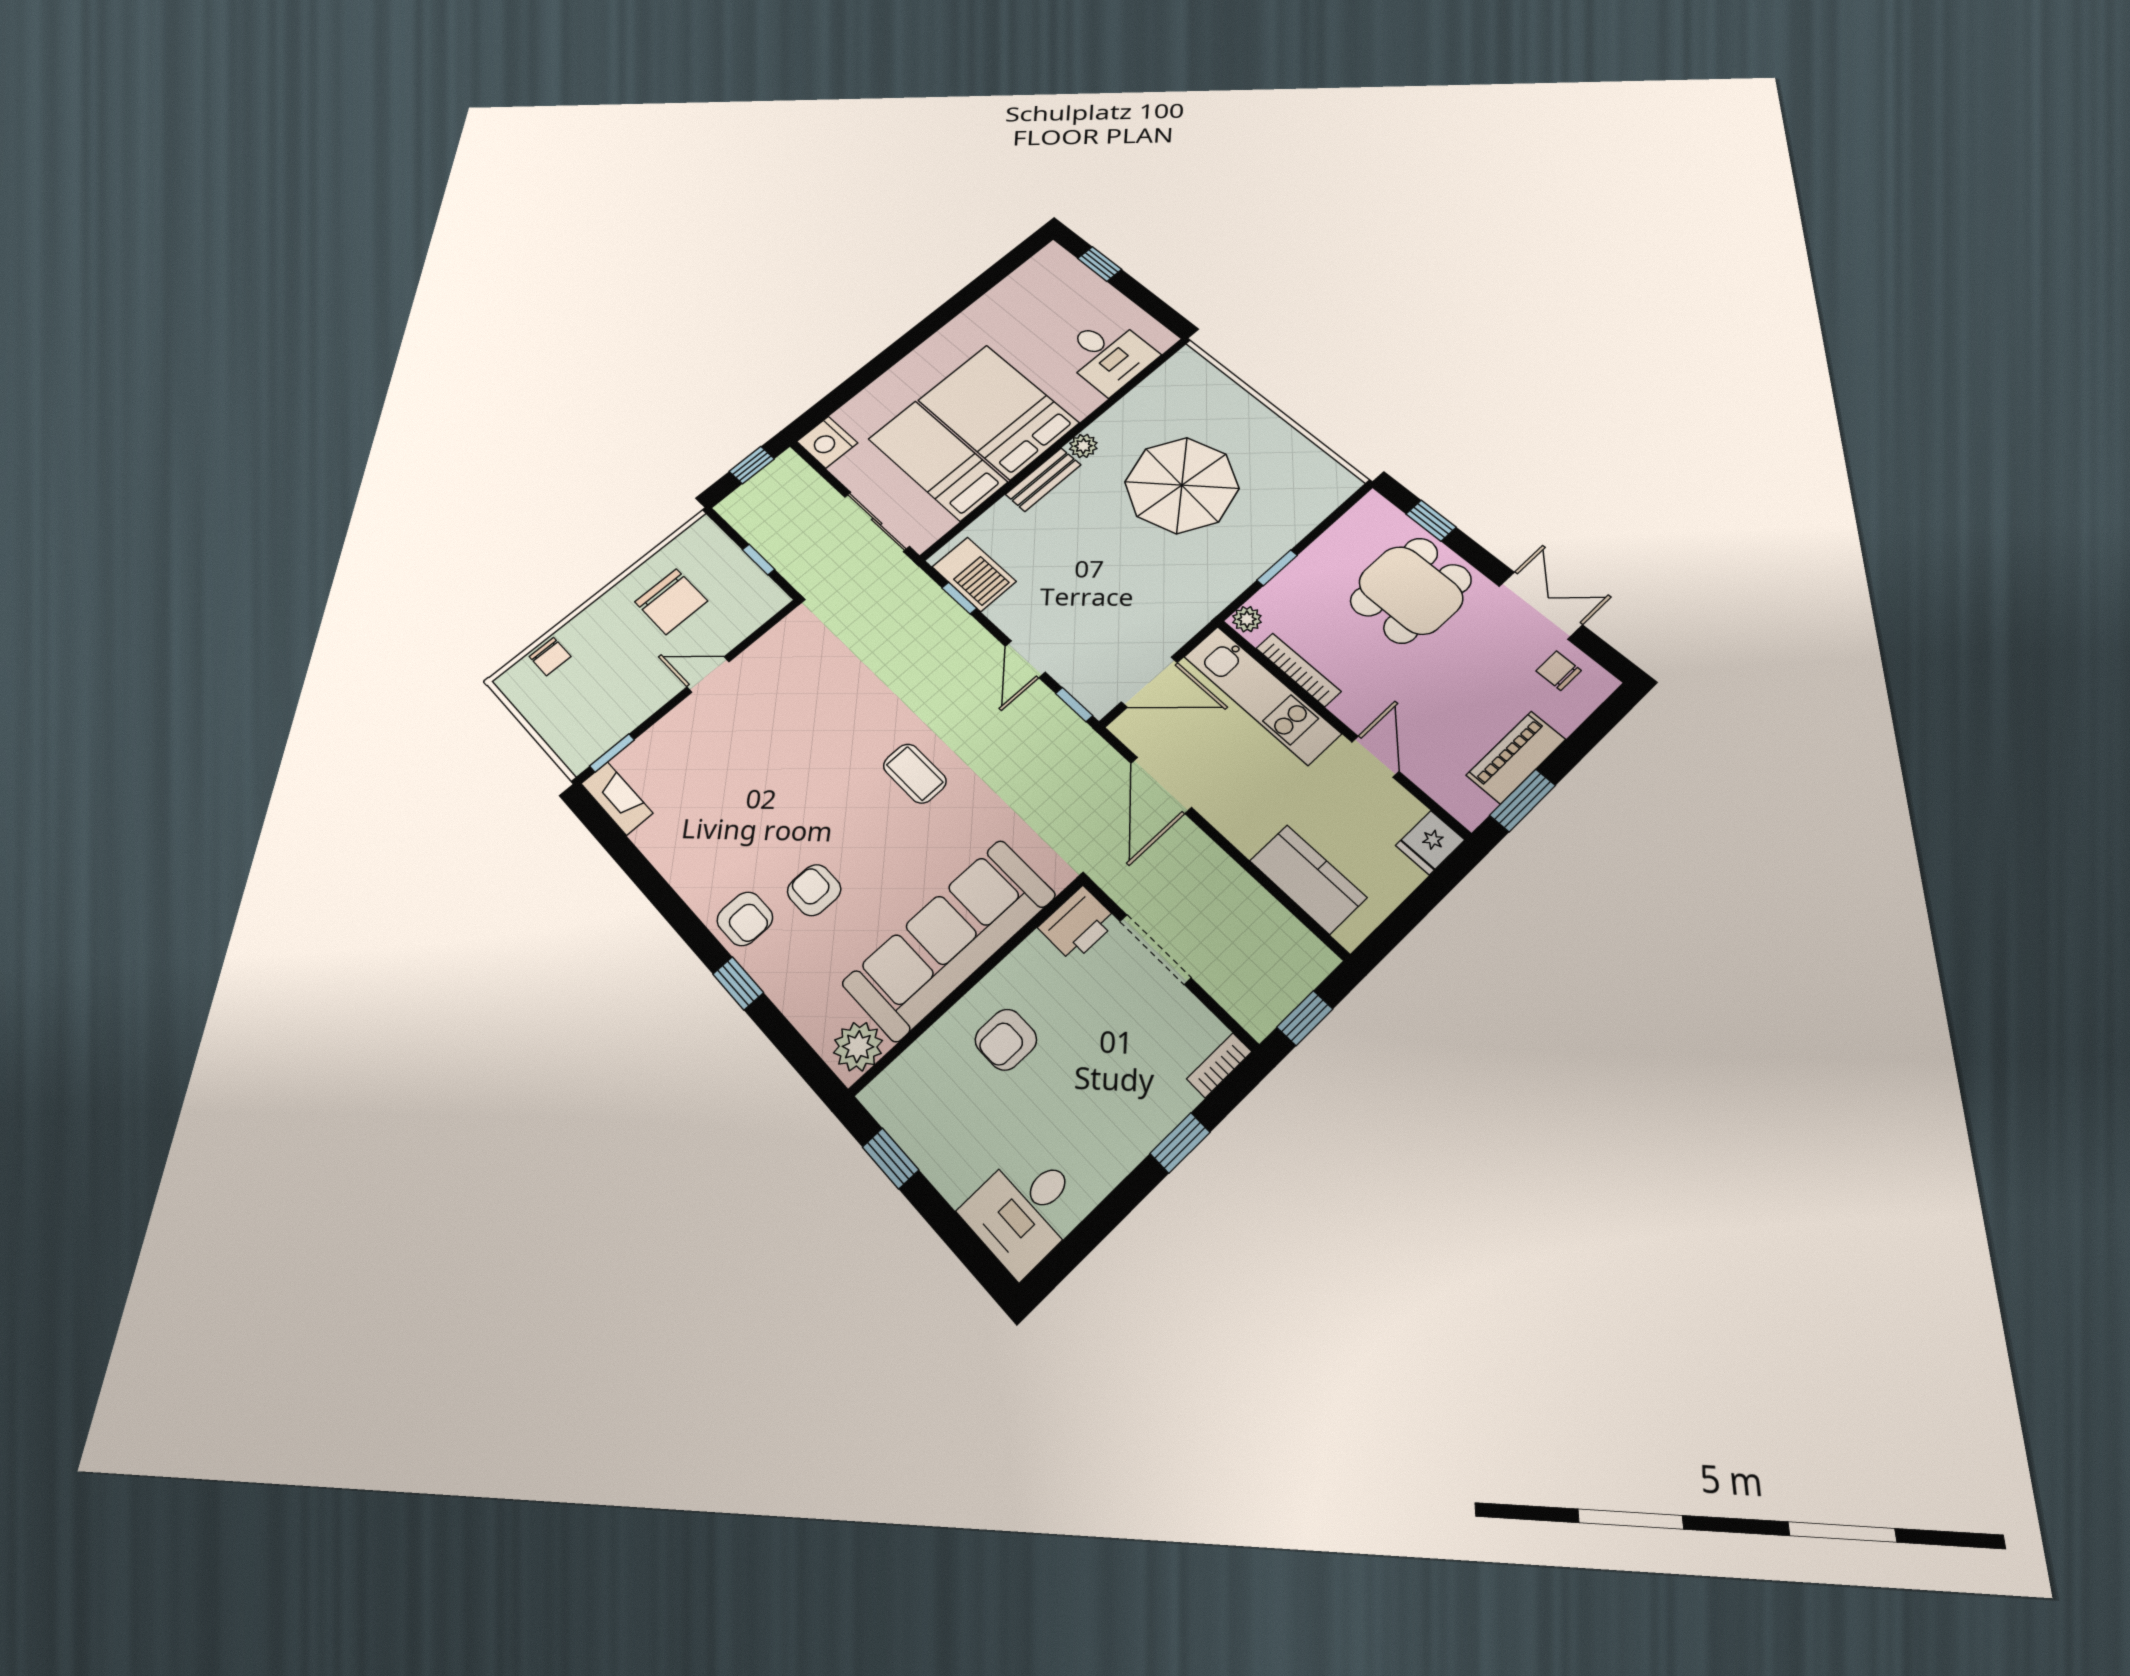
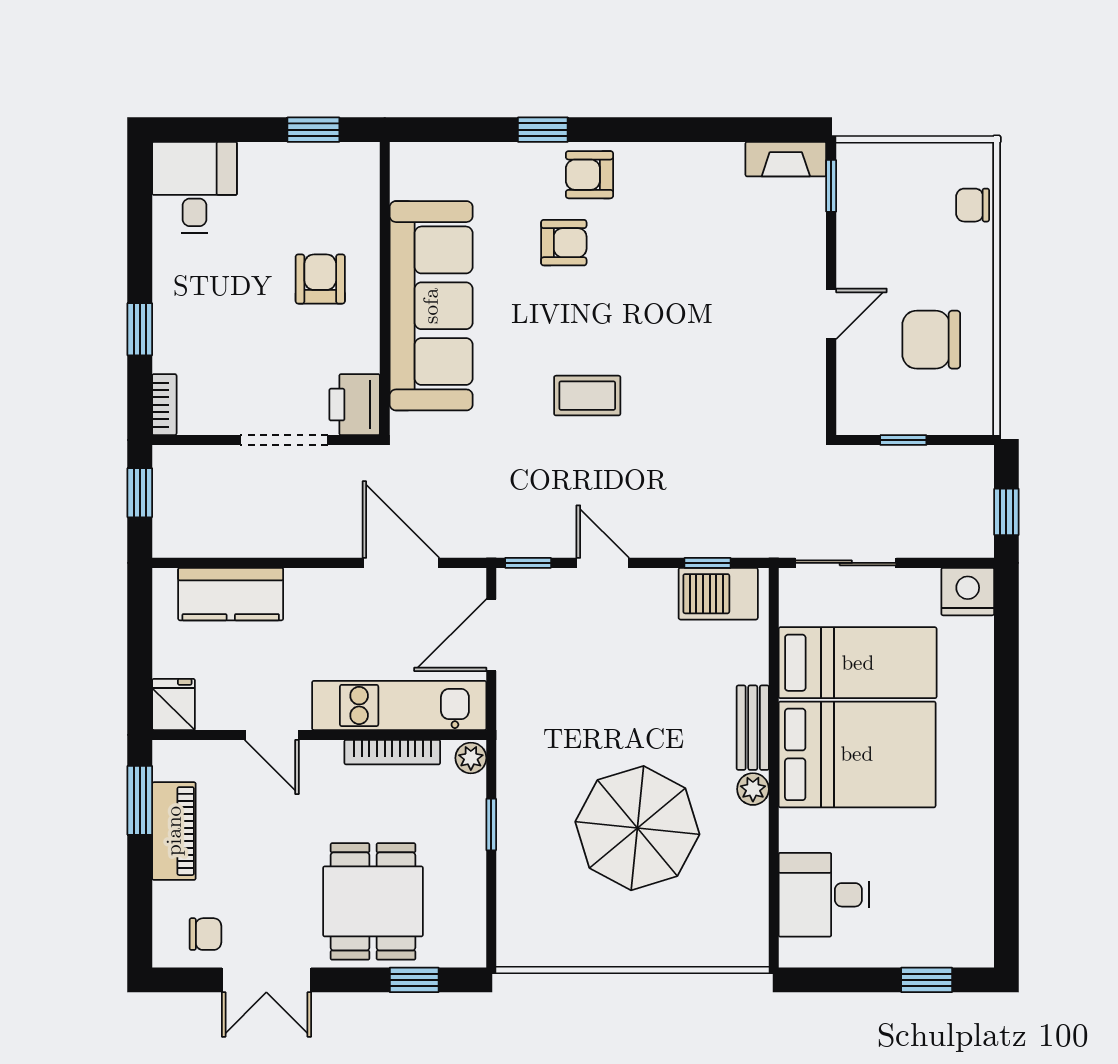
plant: (858, 1047) -> (413, 174), removed

